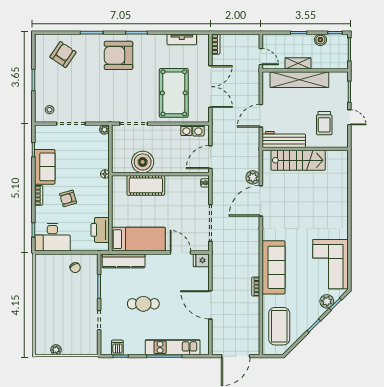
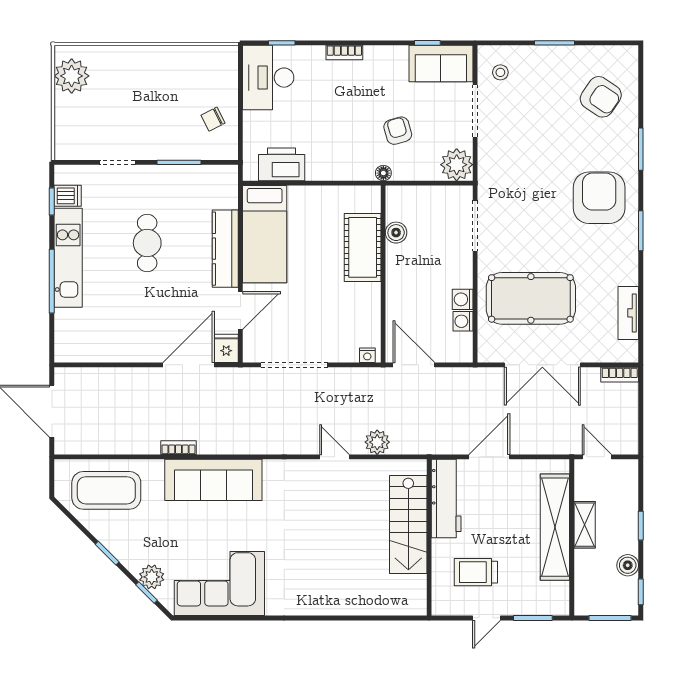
door: (261, 57) -> (597, 457), swing flipped
door: (261, 116) -> (489, 457), hinge flipped
plant: (104, 130) -> (457, 165), width x1.87, depth x1.87
washing machine: (198, 130) -> (463, 299), moved
boiler: (143, 162) -> (396, 233), width x0.54, depth x0.54
sofa: (45, 167) -> (441, 64), moved
armchair: (68, 198) -> (398, 131), moved
door: (261, 201) -> (334, 457), width x0.53
kitchen counter: (124, 261) -> (225, 249), moved
door: (210, 305) -> (189, 365), moved
kitchen unit: (173, 347) -> (68, 258), moved
plant: (56, 350) -> (72, 76), width x1.88, depth x1.88

